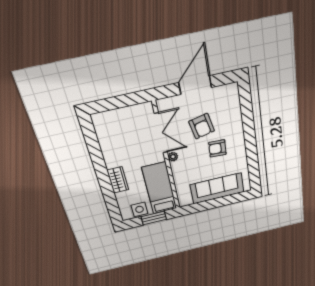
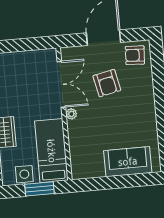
armchair: (217, 148) -> (135, 55), moved
sofa: (217, 188) -> (128, 162), width x0.73

